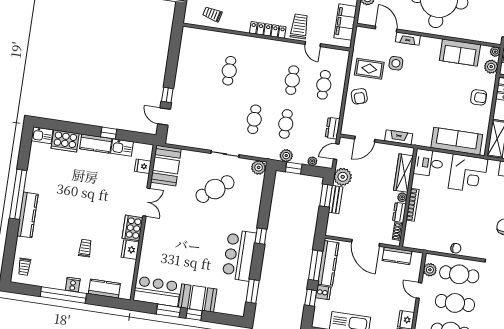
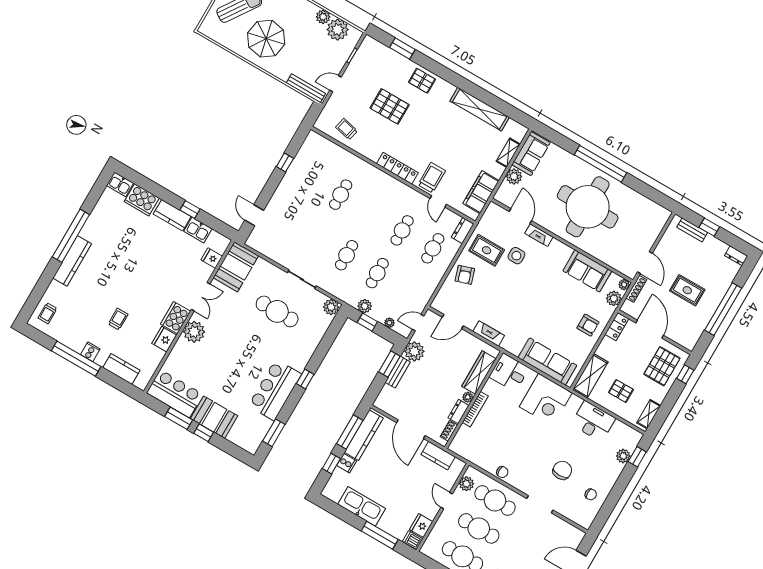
window: (167, 95) -> (285, 162), moved
dresser: (333, 128) -> (463, 231), moved
cafe table: (215, 189) -> (277, 311), turned 37
plant: (153, 234) -> (194, 332), added

